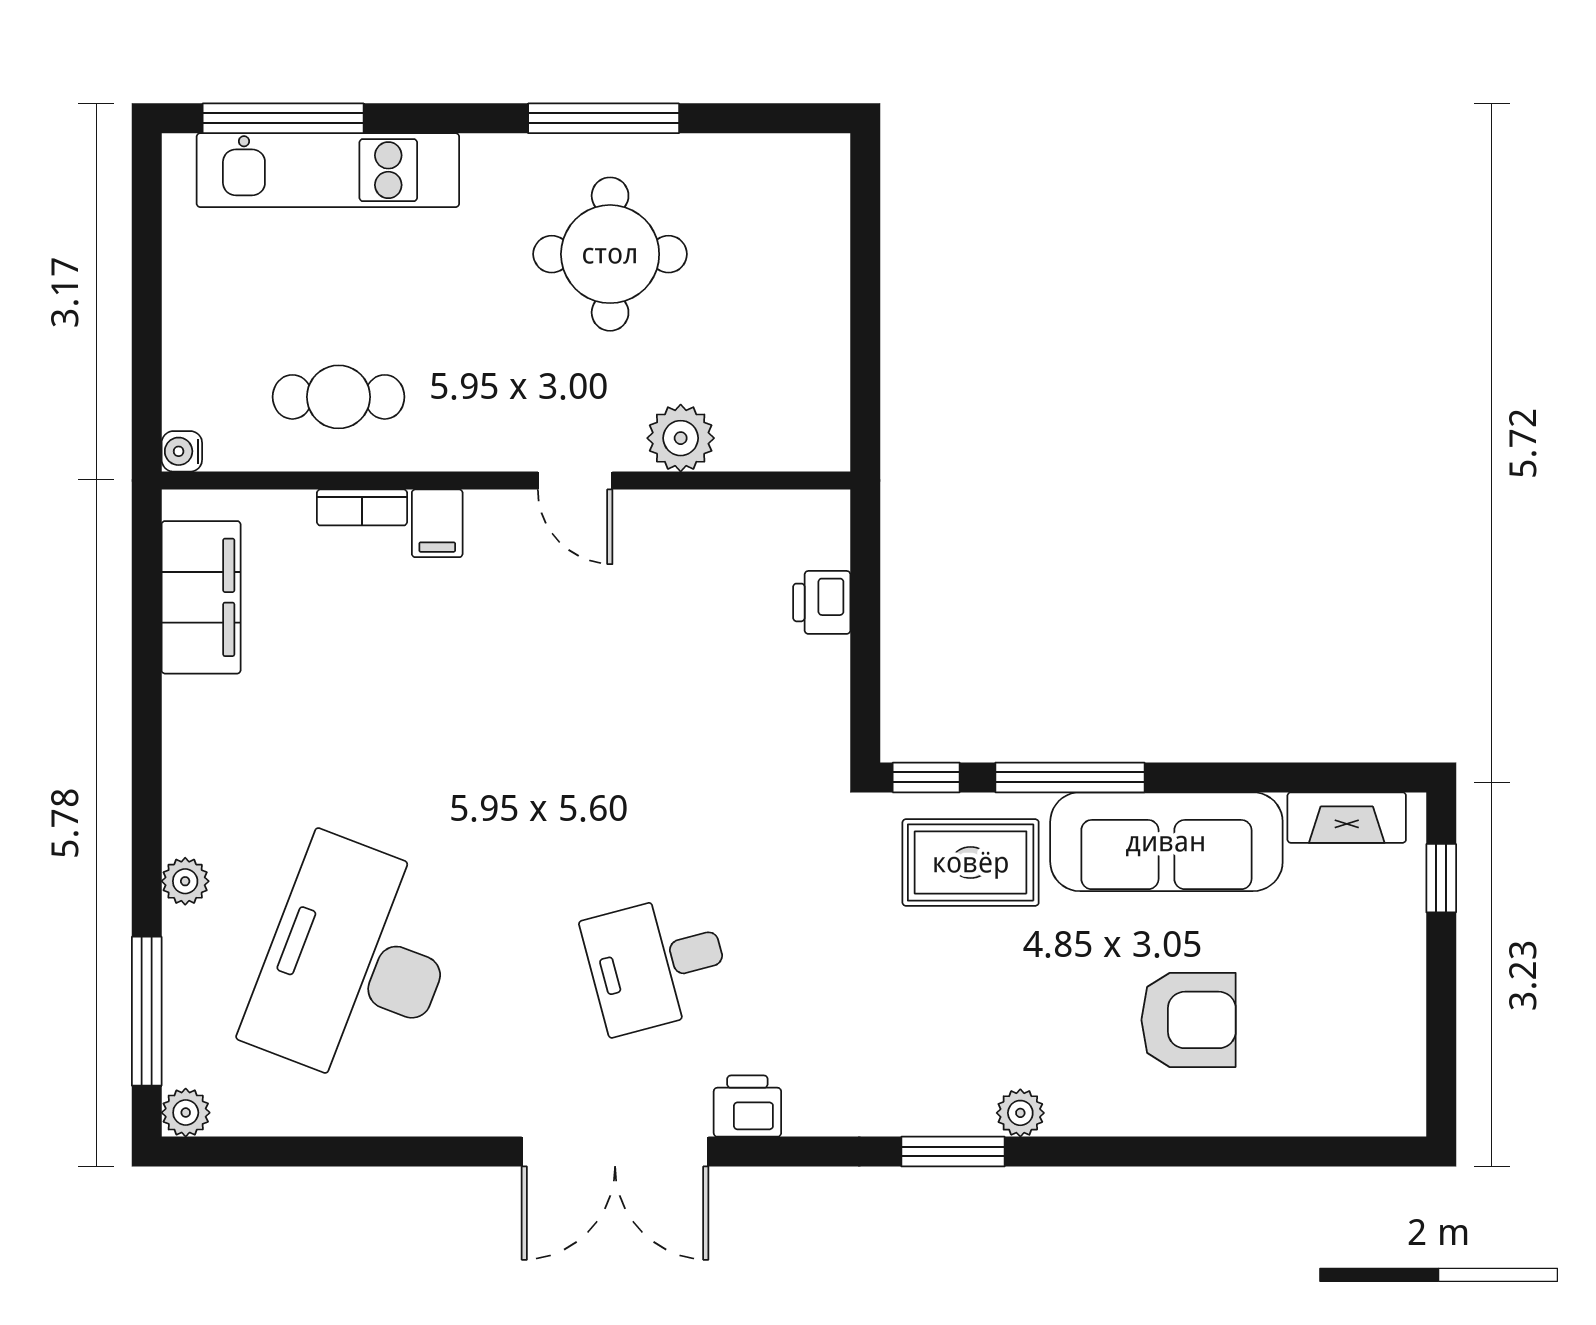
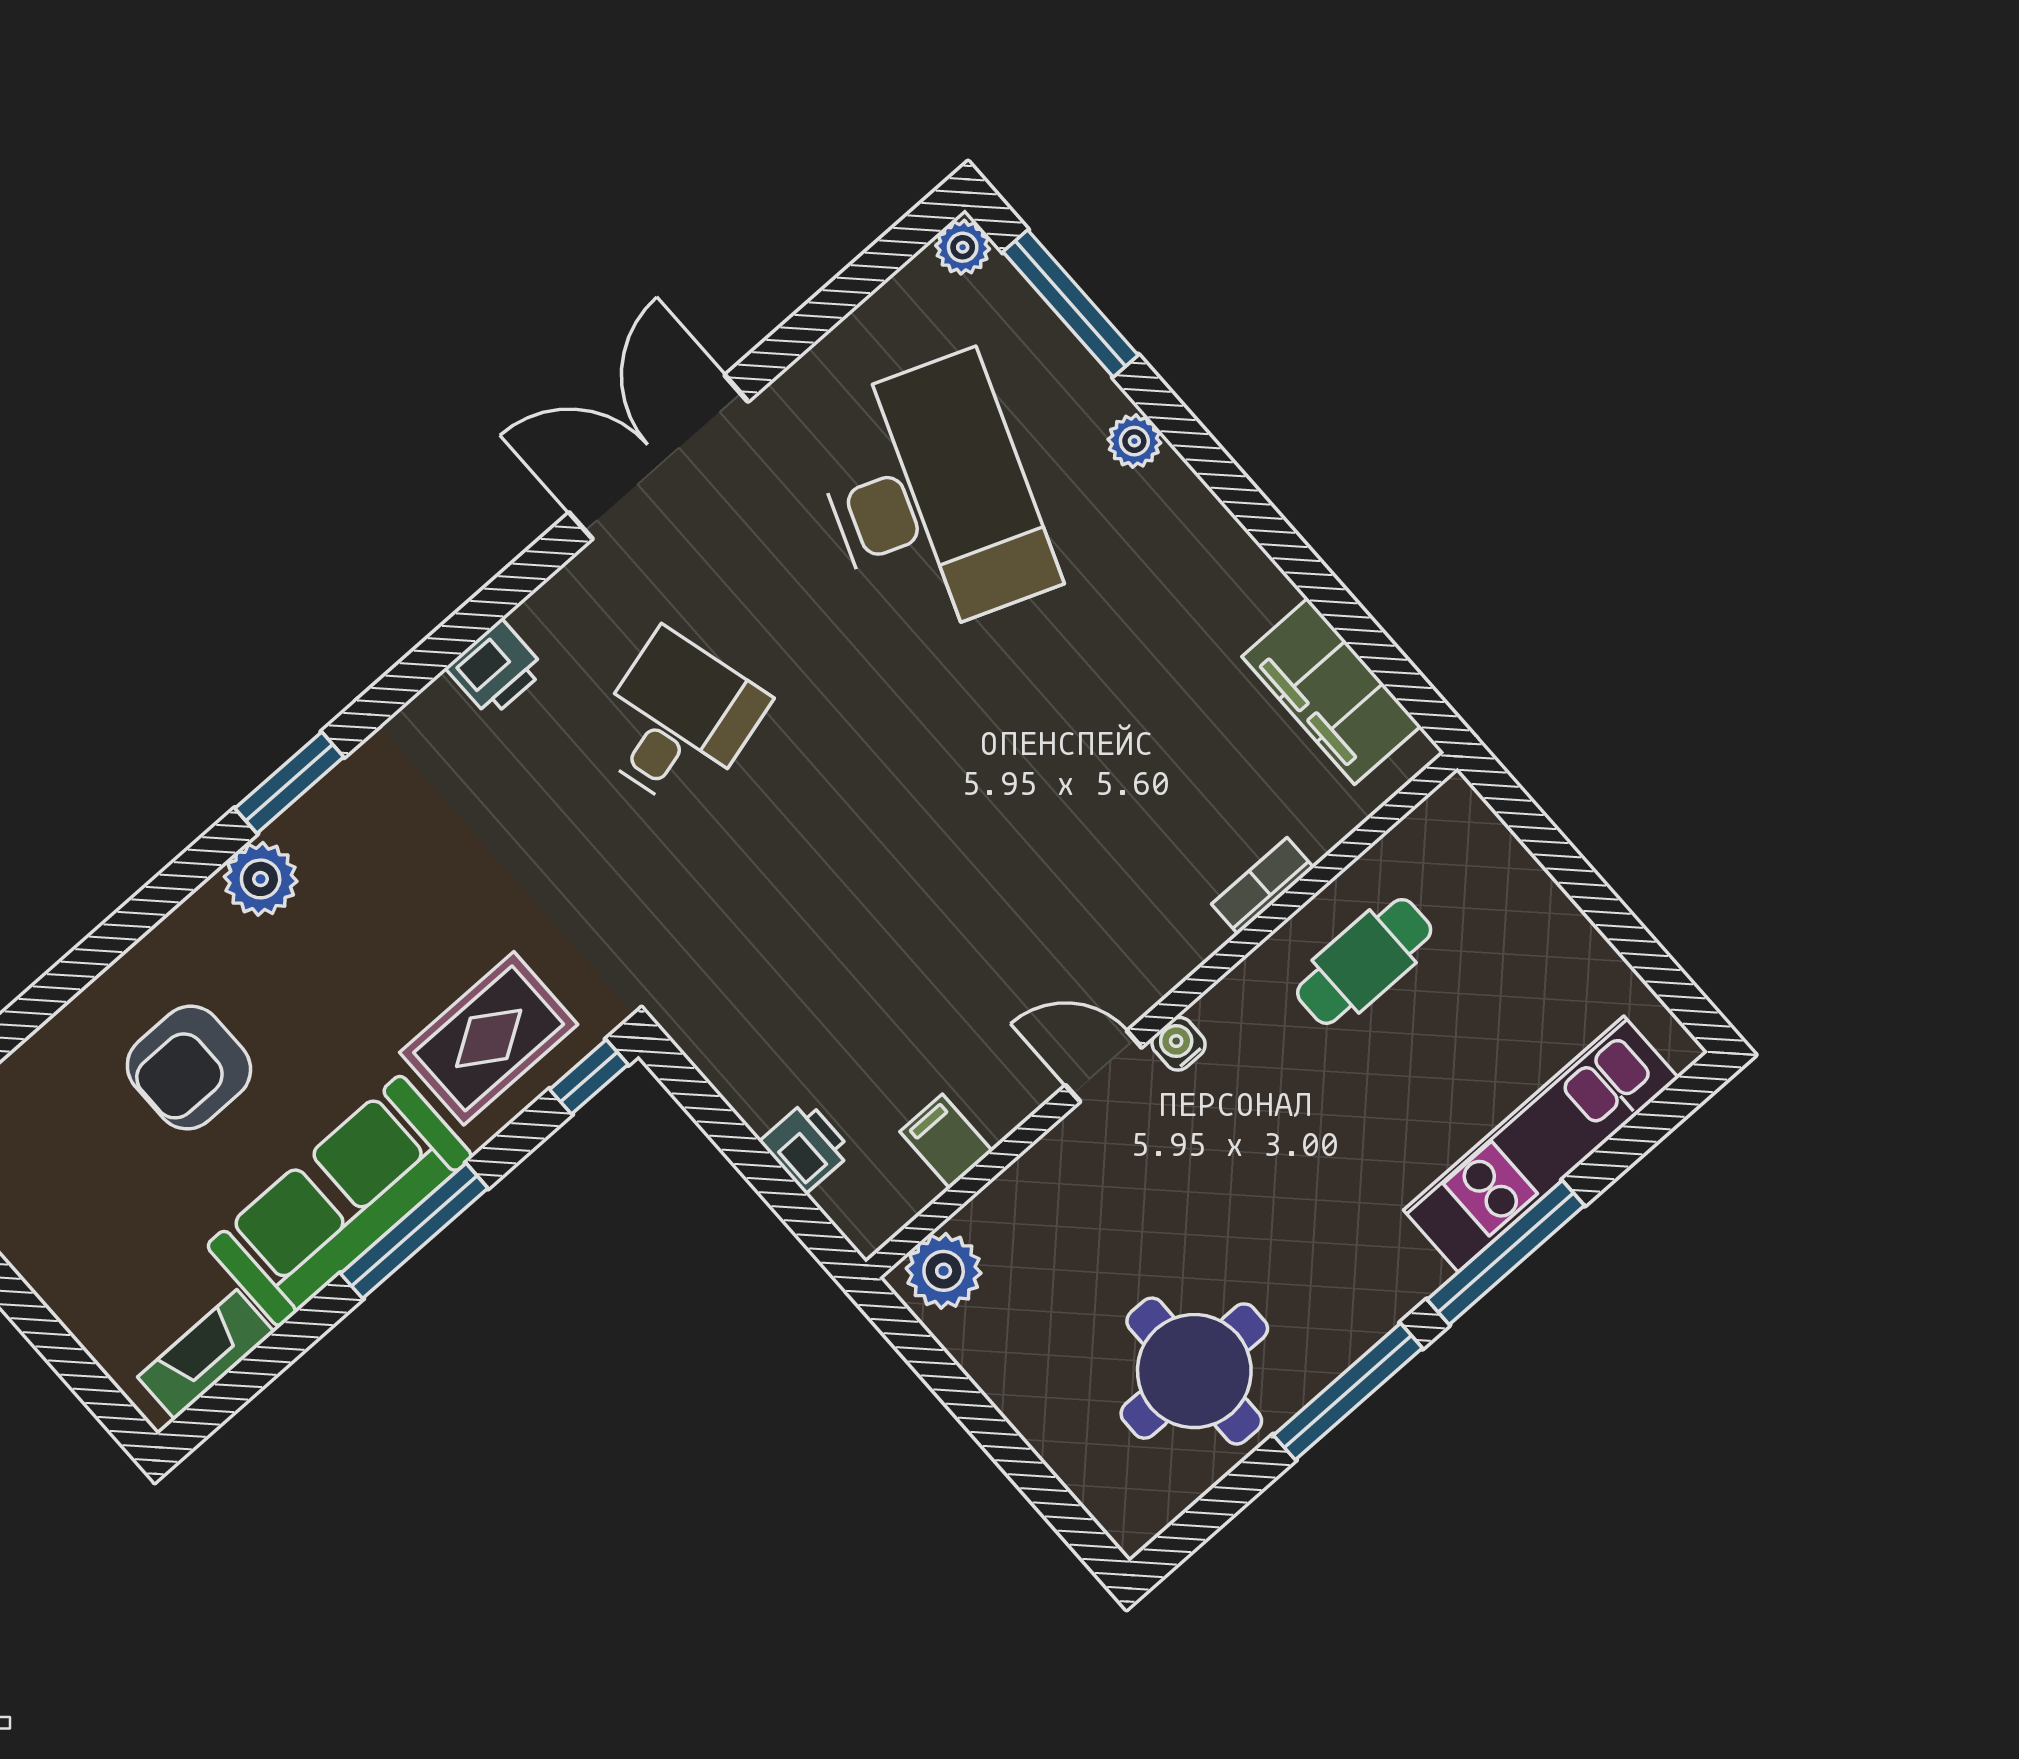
window: (283, 118) -> (1506, 1252), moved
round table: (610, 254) -> (1194, 1371), moved
plant: (681, 438) -> (944, 1271), moved
water cooler: (182, 451) -> (1179, 1044), moved, turned -90
filing cabinet: (437, 523) -> (946, 1141), moved
window: (1070, 777) -> (414, 1231), moved
window: (1441, 878) -> (82, 1374), removed
plant: (1020, 1113) -> (261, 879), width x1.38, depth x1.38
double door: (615, 1152) -> (659, 457), moved

